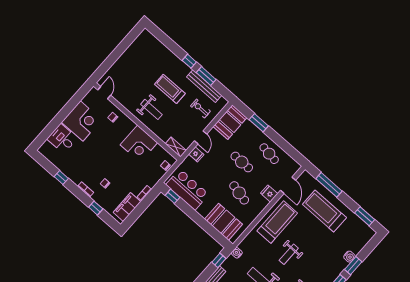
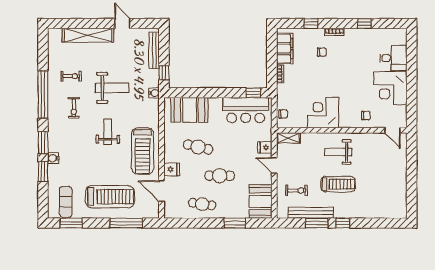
exercise mat: (356, 233) -> (66, 202), added
water cooler: (349, 257) -> (53, 158), moved

